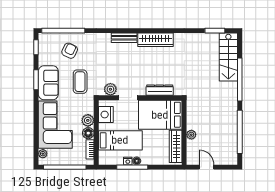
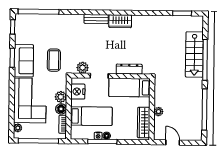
wardrobe: (155, 40) -> (120, 21), width x0.67
armchair: (70, 51) -> (44, 31), removed
stairs: (228, 57) -> (194, 55), moved
bed: (160, 115) -> (129, 88), width x0.67

